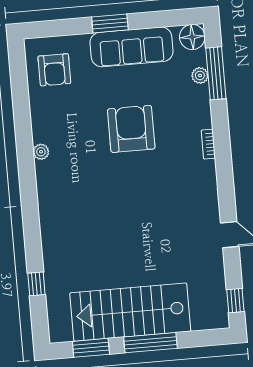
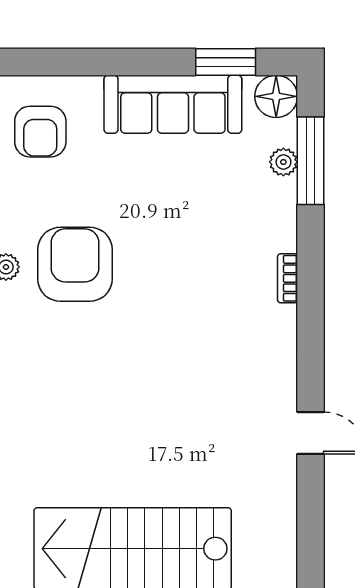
window: (110, 23) -> (226, 62), moved
armchair: (131, 129) -> (75, 264), moved
window: (235, 301) -> (311, 544), removed

